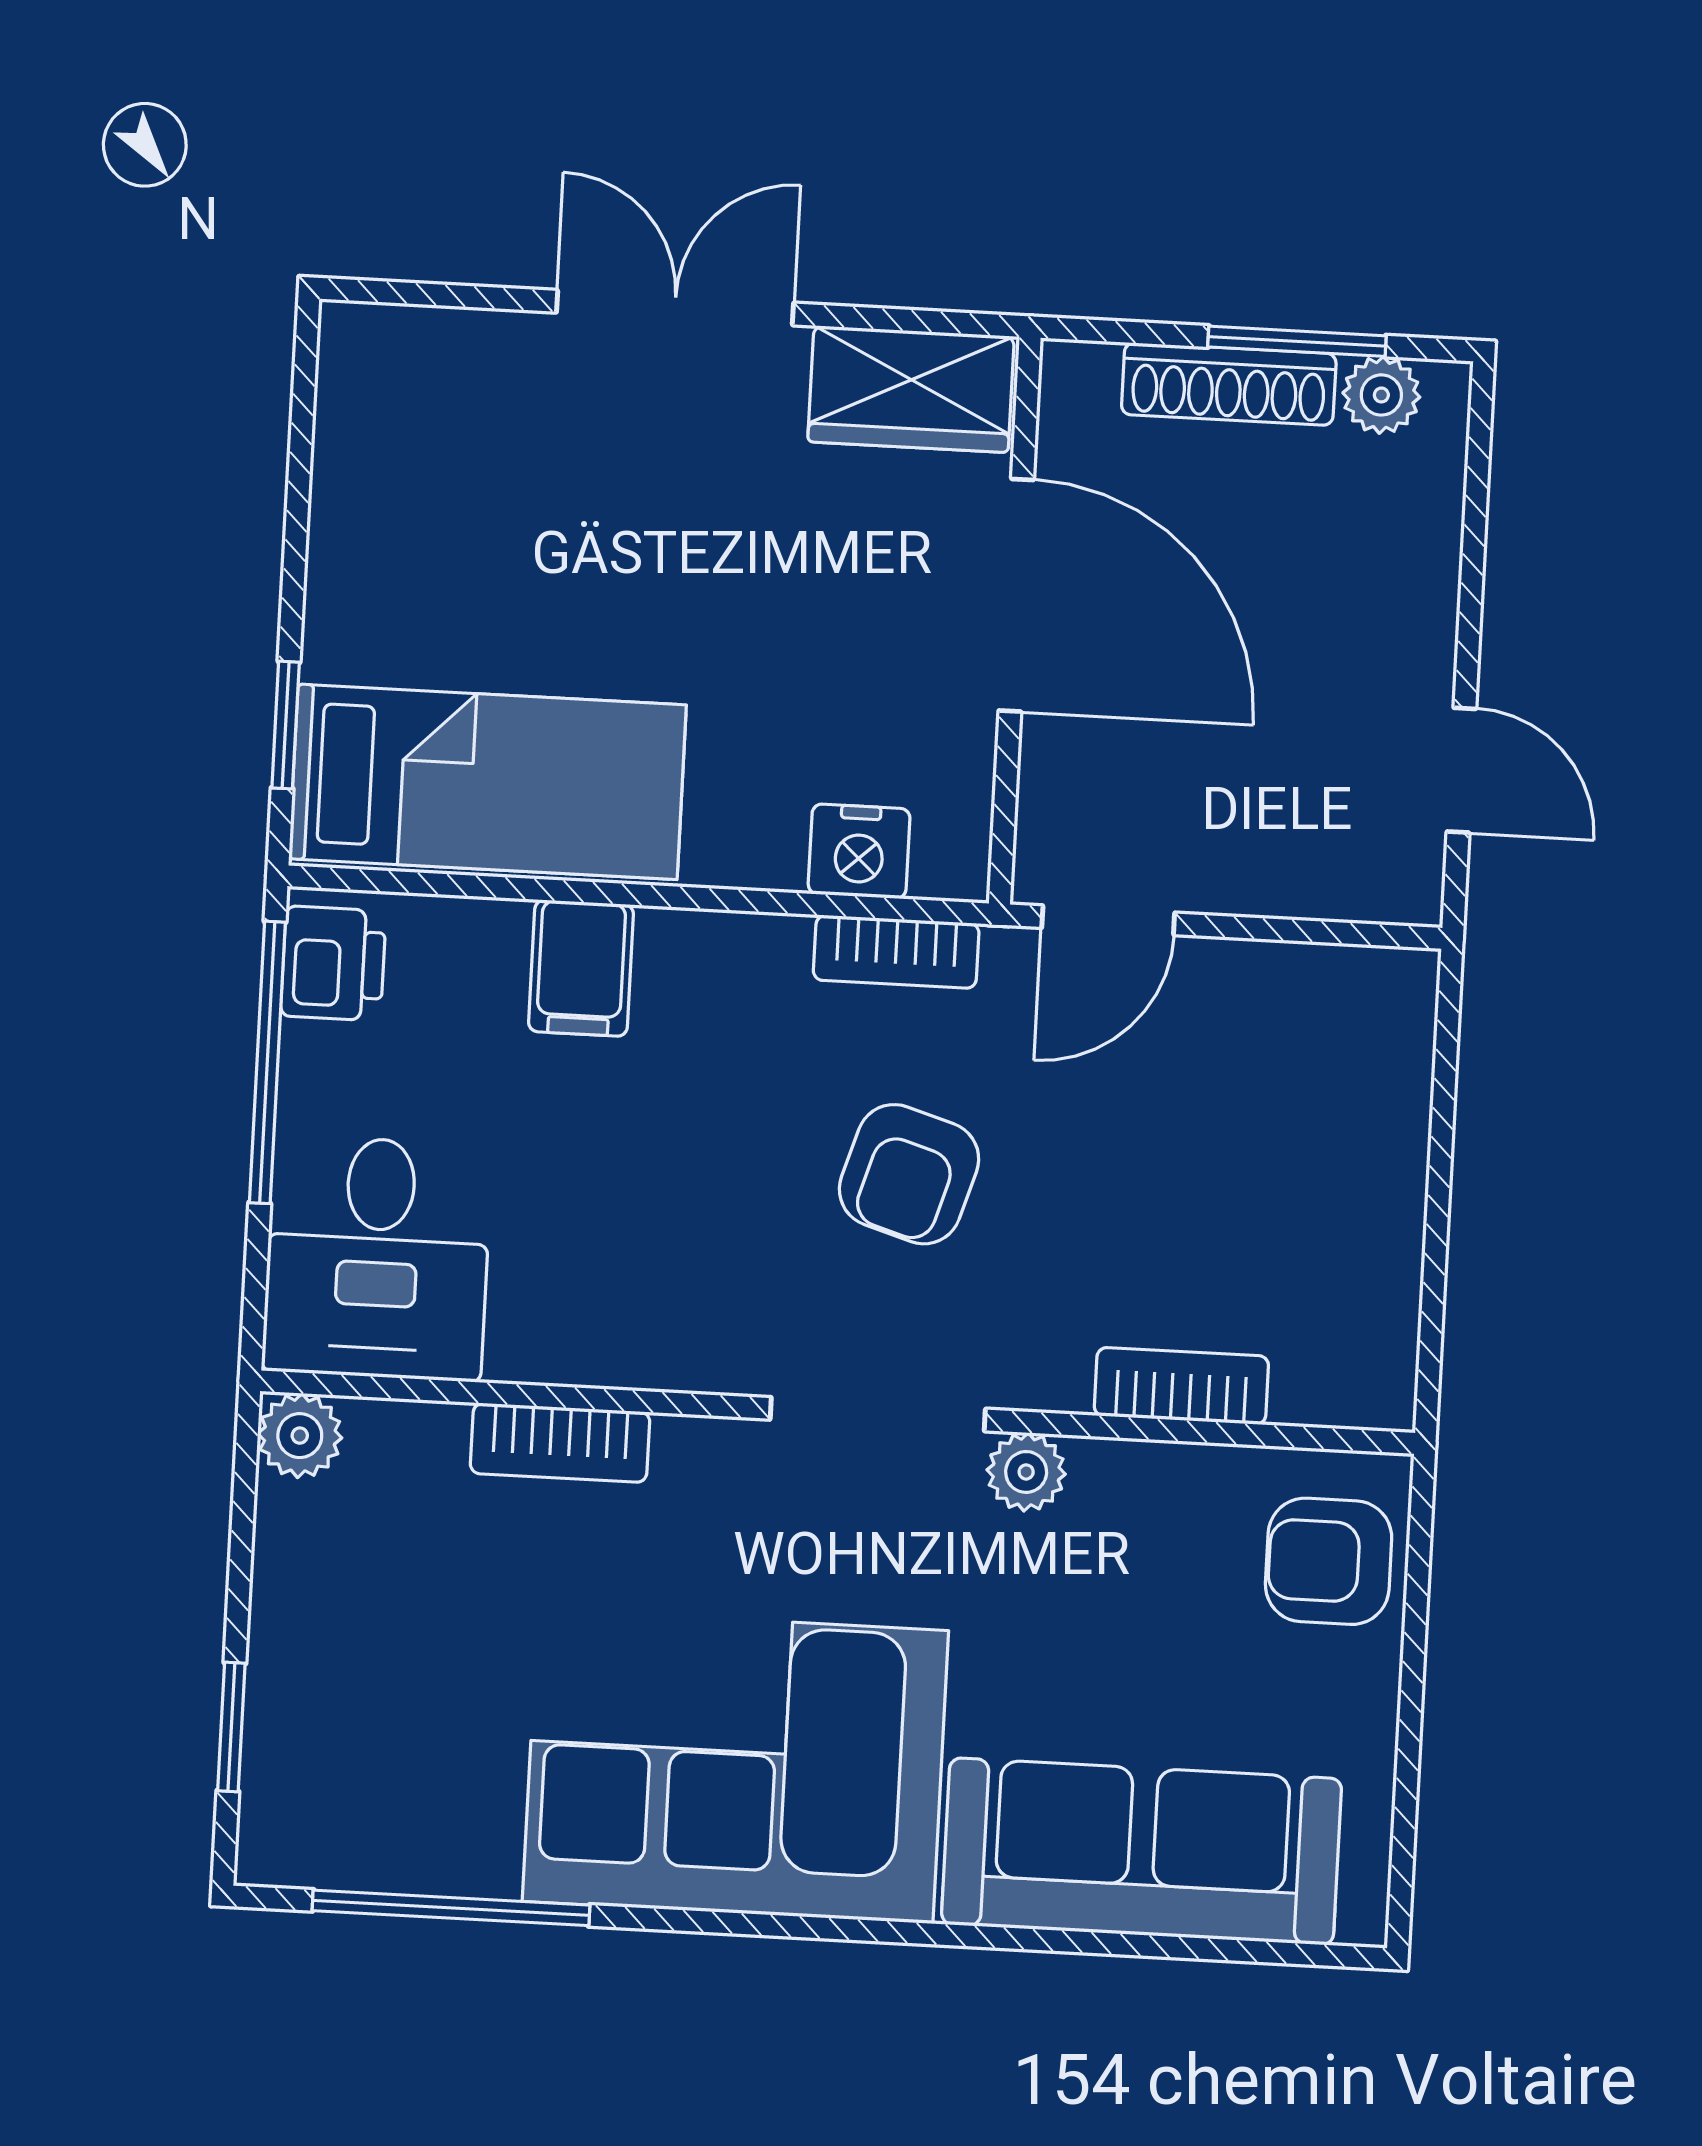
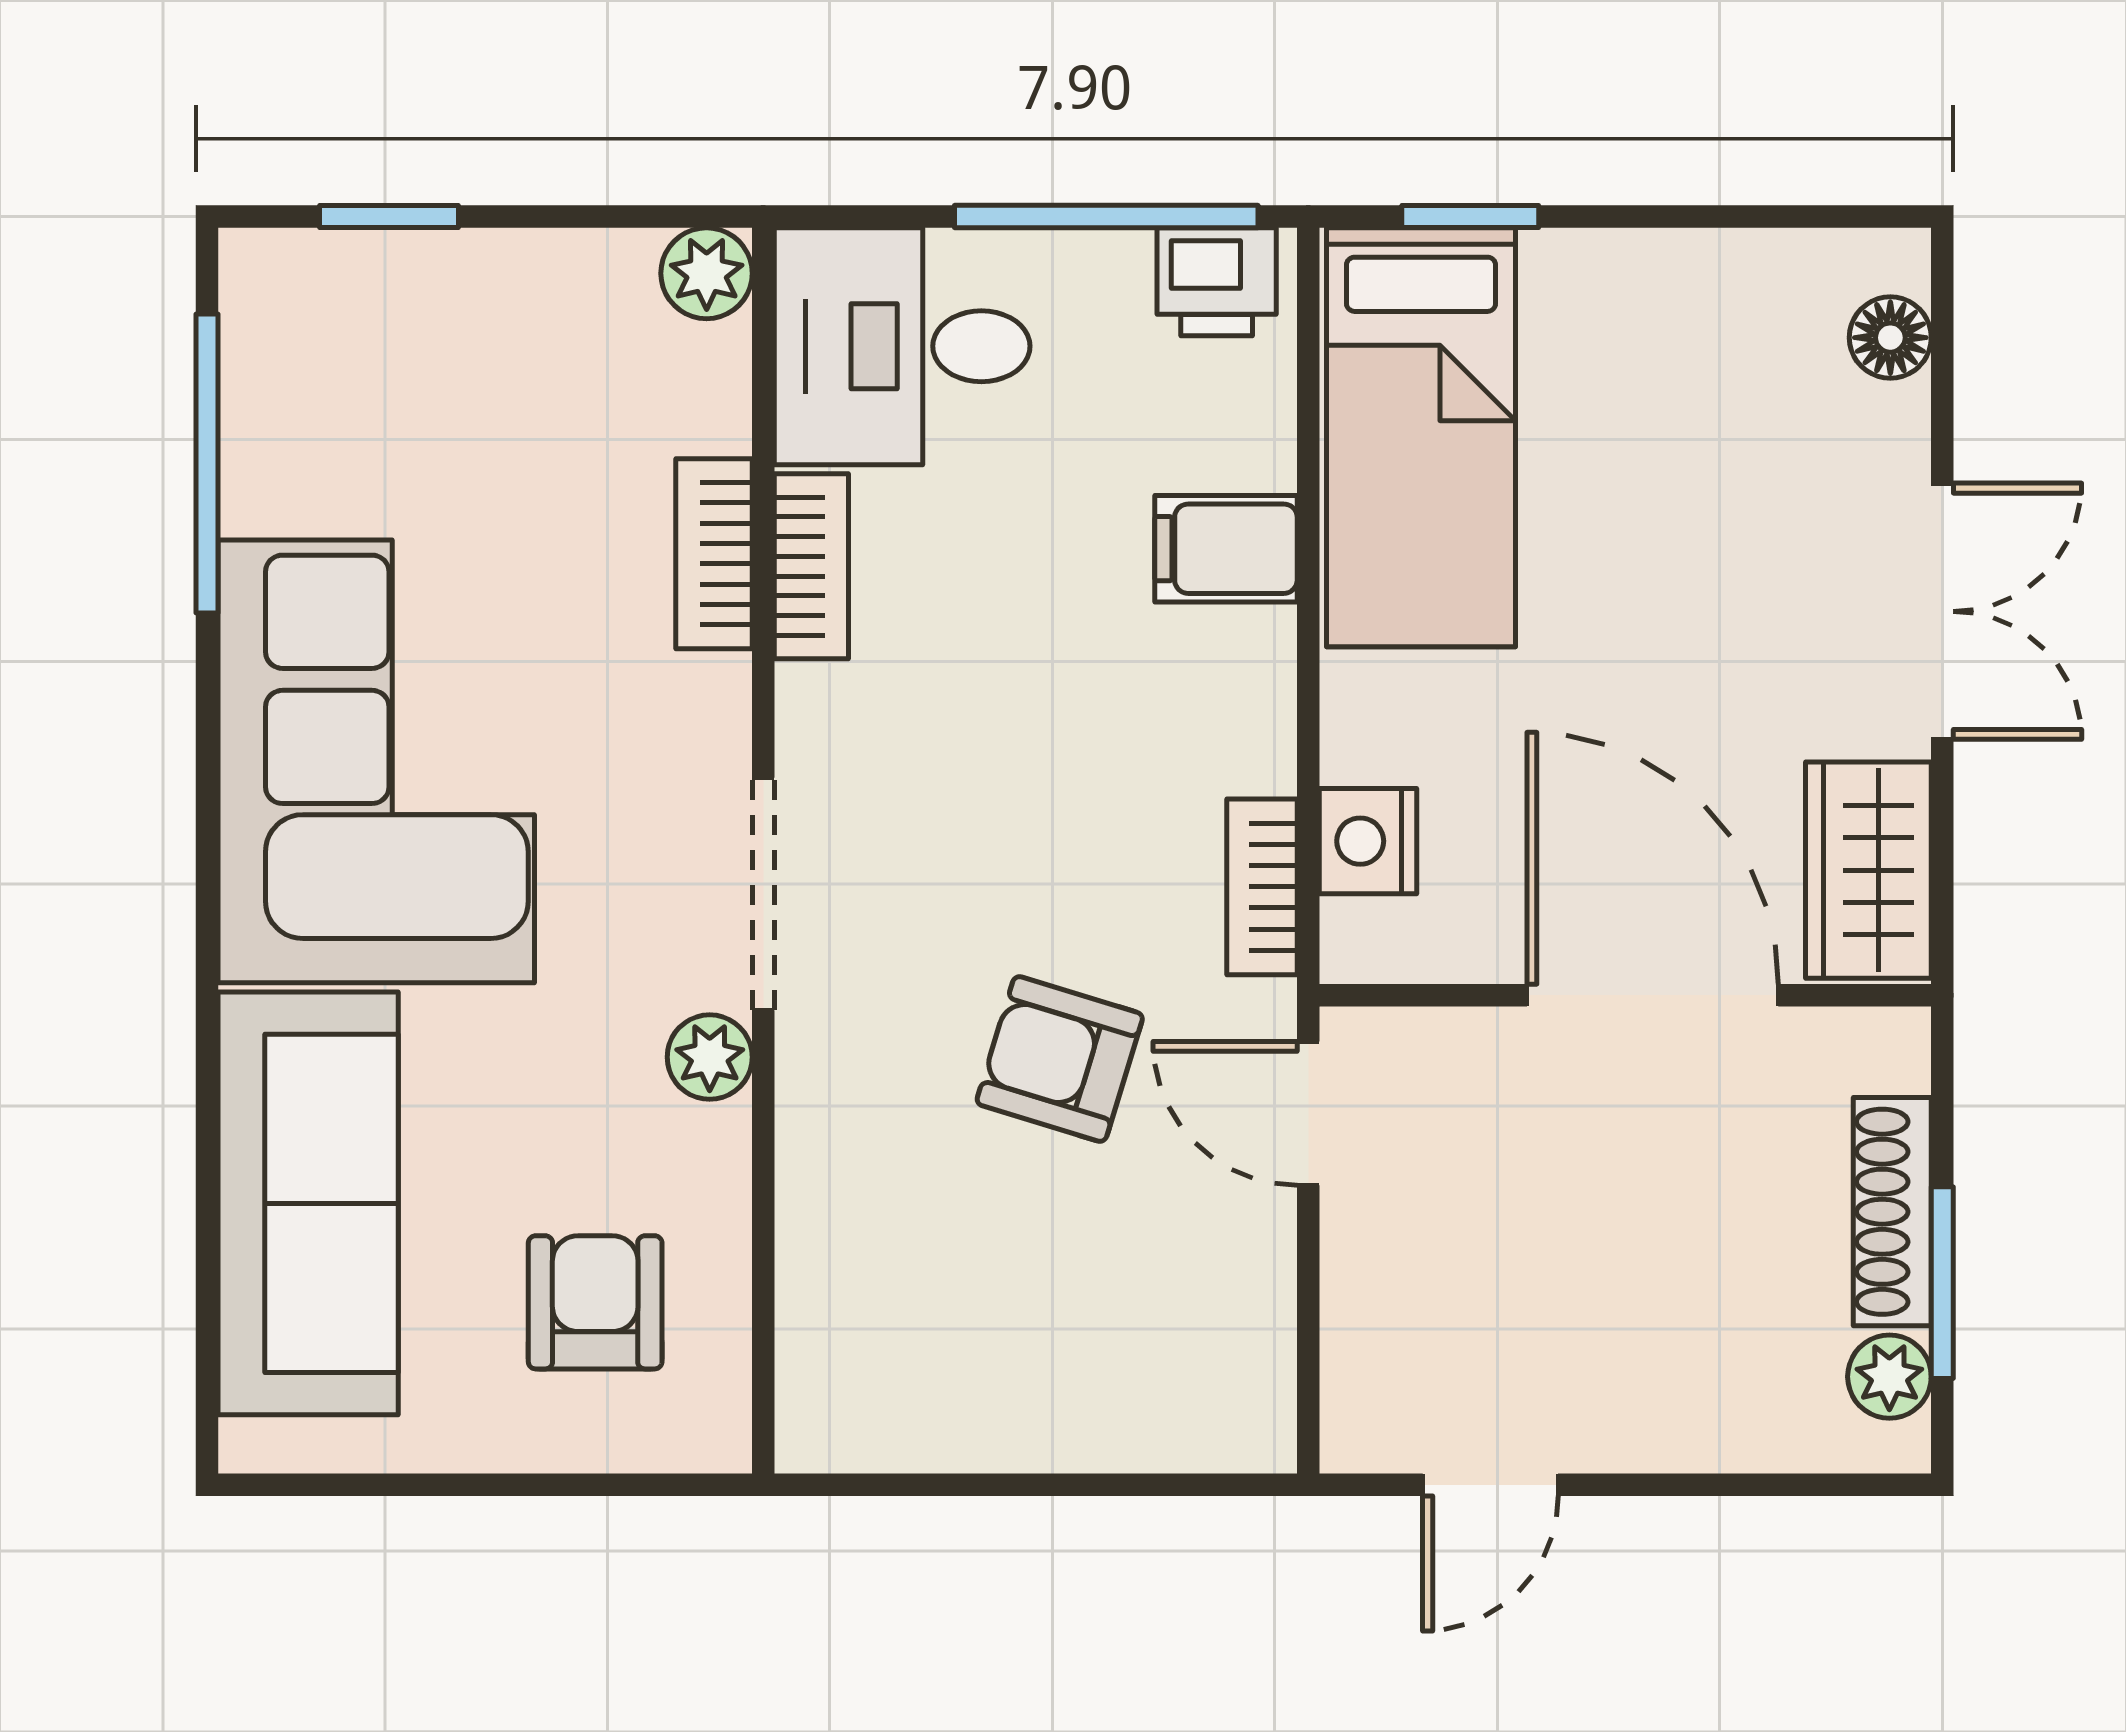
floor lamp: (419, 342) -> (1890, 338), added
door: (1016, 595) -> (1653, 995), swing flipped
armchair: (909, 1174) -> (1060, 1059), moved
bookcase: (1181, 1386) -> (811, 566), moved
armchair: (1329, 1561) -> (595, 1302), moved

